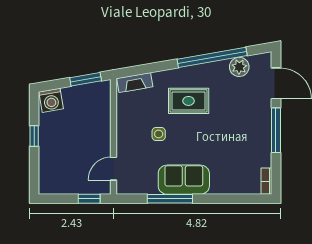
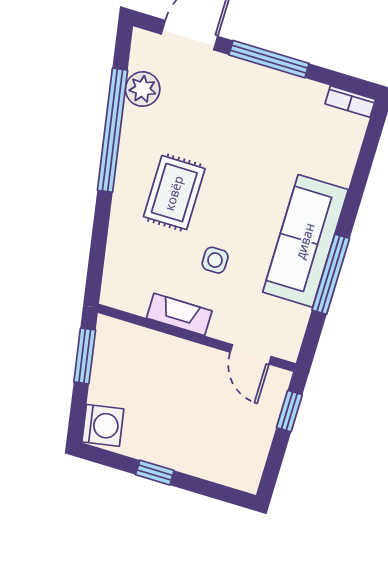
fireplace: (135, 83) -> (179, 314), moved, turned -80
sofa: (184, 180) -> (305, 241), width x1.36

